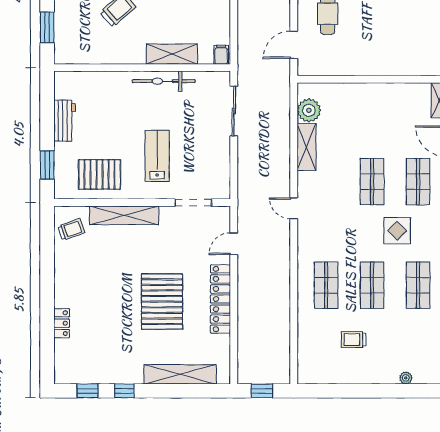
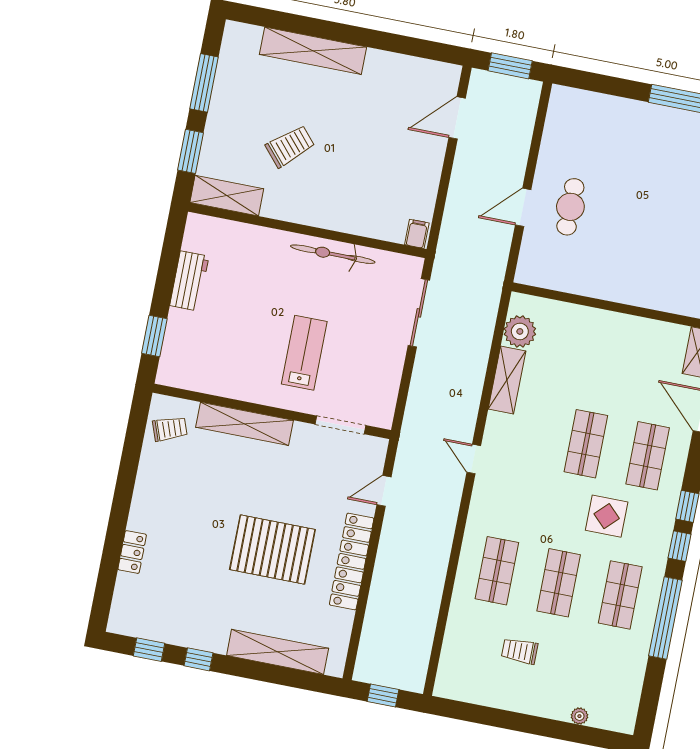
door: (294, 45) -> (523, 207), moved
shelving: (172, 54) -> (227, 196), moved
pallet: (100, 174) -> (222, 362), removed
pallet: (162, 302) -> (272, 550), turned 90

